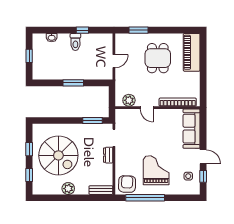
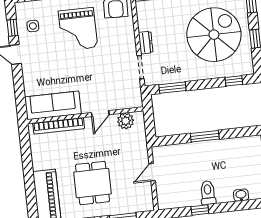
door: (147, 108) -> (100, 114), swing flipped
window: (48, 121) -> (234, 81), added
sofa: (192, 129) -> (53, 105), moved, turned -90
spiral stairs: (58, 155) -> (214, 35), turned 90

